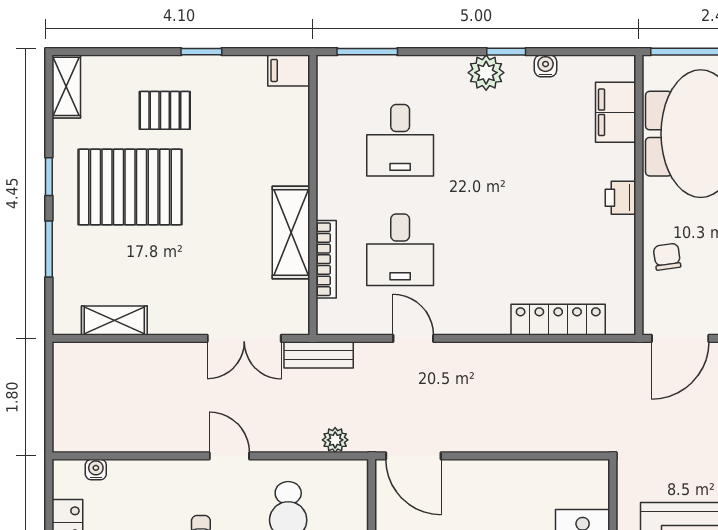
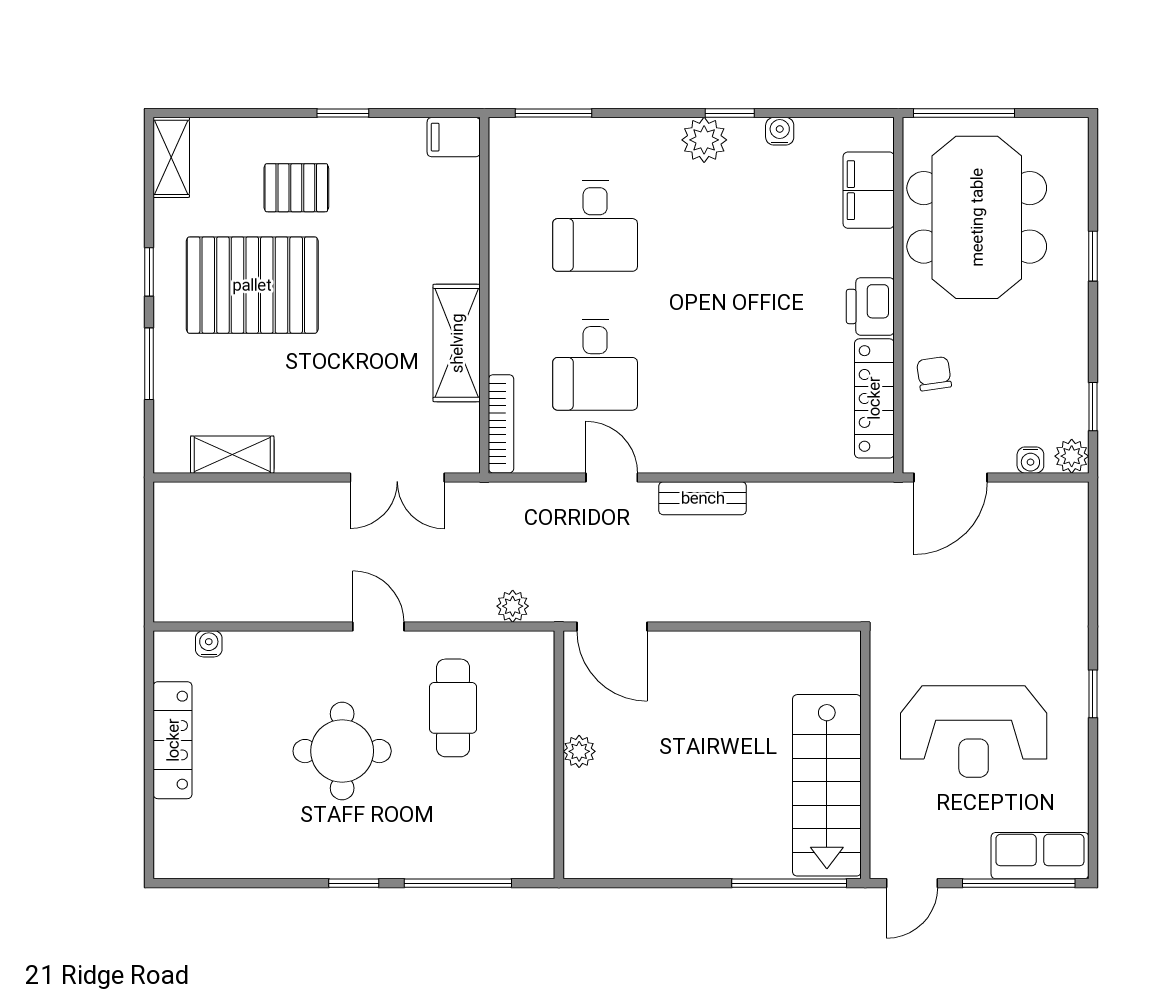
printer: (620, 198) -> (870, 306), width x1.36, depth x1.24
bookcase: (326, 259) -> (501, 424), moved
locker: (558, 320) -> (874, 398), moved, turned -90
bench: (319, 355) -> (703, 498), moved

